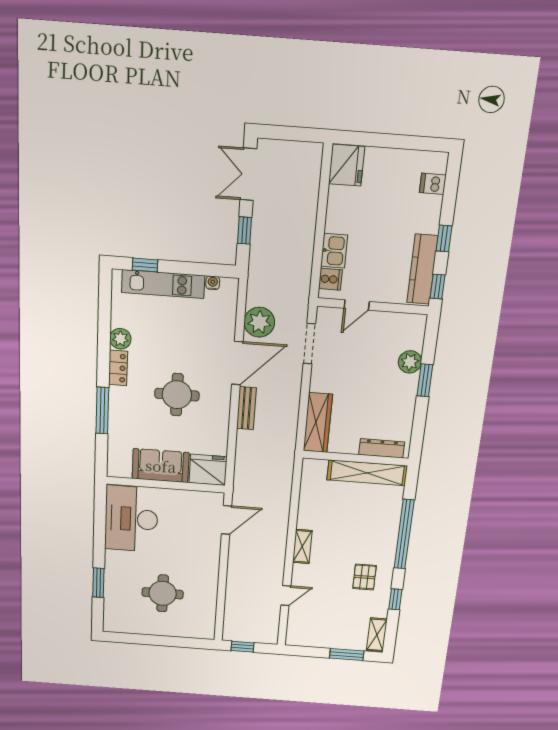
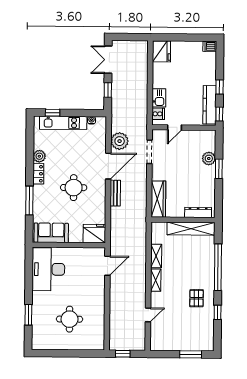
dishwasher: (433, 184) -> (210, 46), moved
sofa: (161, 466) -> (51, 233), moved
shelving: (377, 635) -> (156, 256), moved

